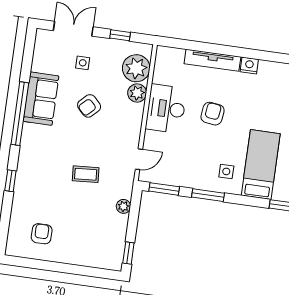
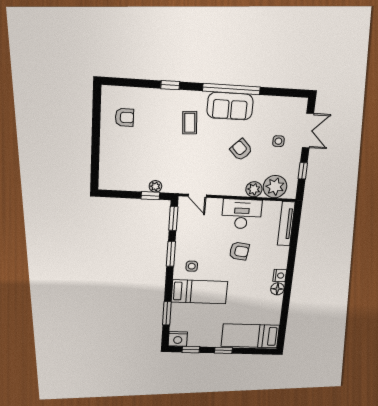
tv unit: (212, 60) -> (286, 224), moved
floor lamp: (267, 69) -> (277, 289), added
sofa: (41, 99) -> (230, 106), moved
coffee table: (86, 174) -> (190, 123), moved
window: (128, 253) -> (150, 196), moved

